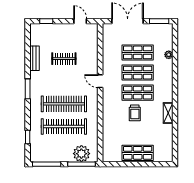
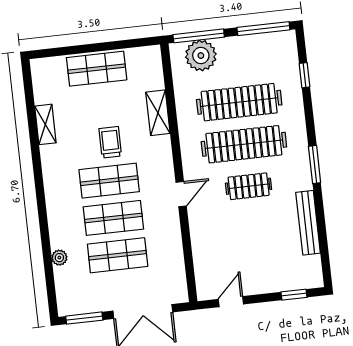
door: (80, 21) -> (231, 302), swing flipped
bench: (34, 58) -> (308, 223), width x1.36
clothes rail: (64, 59) -> (249, 186), moved
door: (100, 81) -> (181, 194), hinge flipped
shelving: (168, 113) -> (45, 124), moved
shelving: (108, 126) -> (158, 113), added

